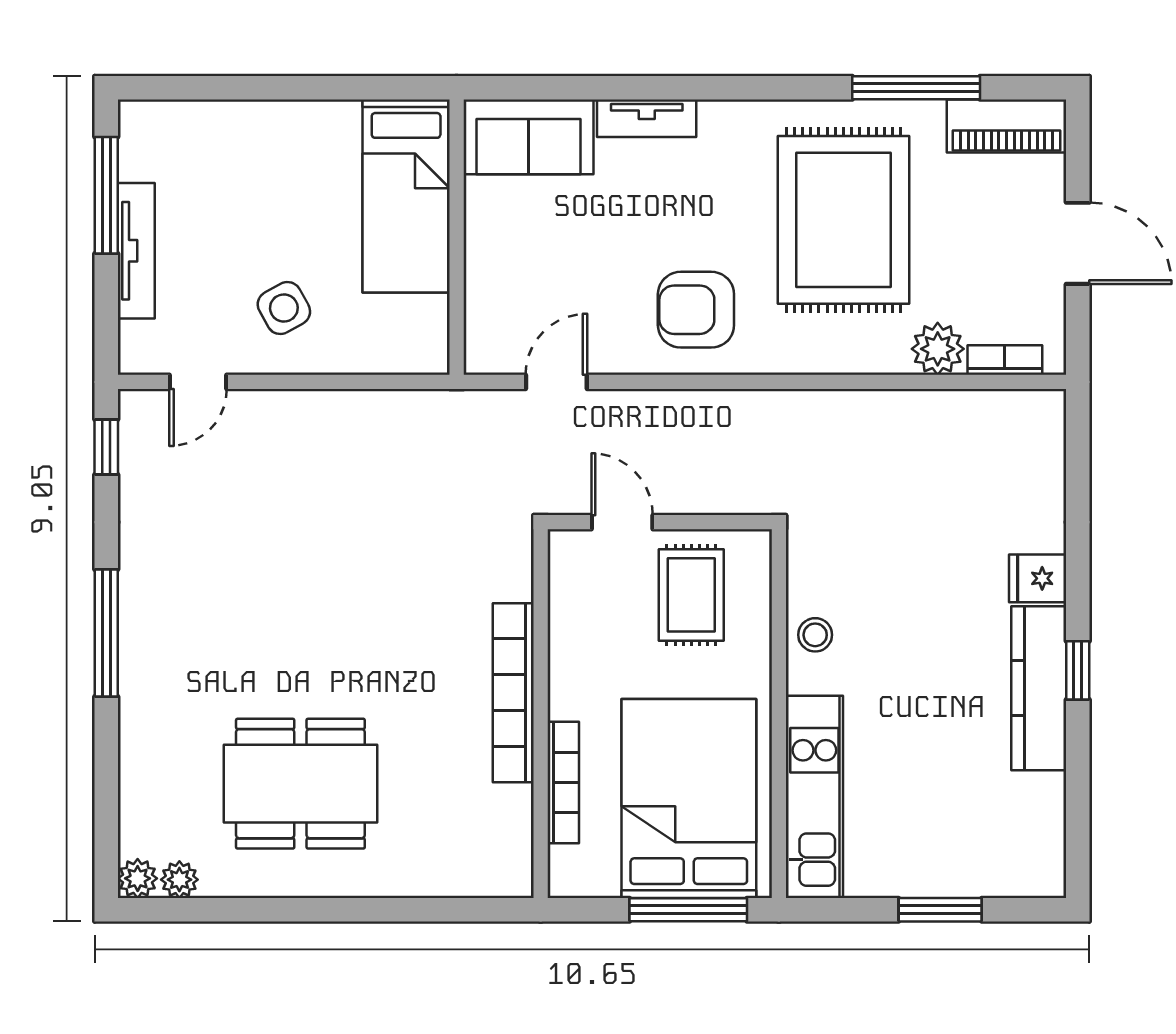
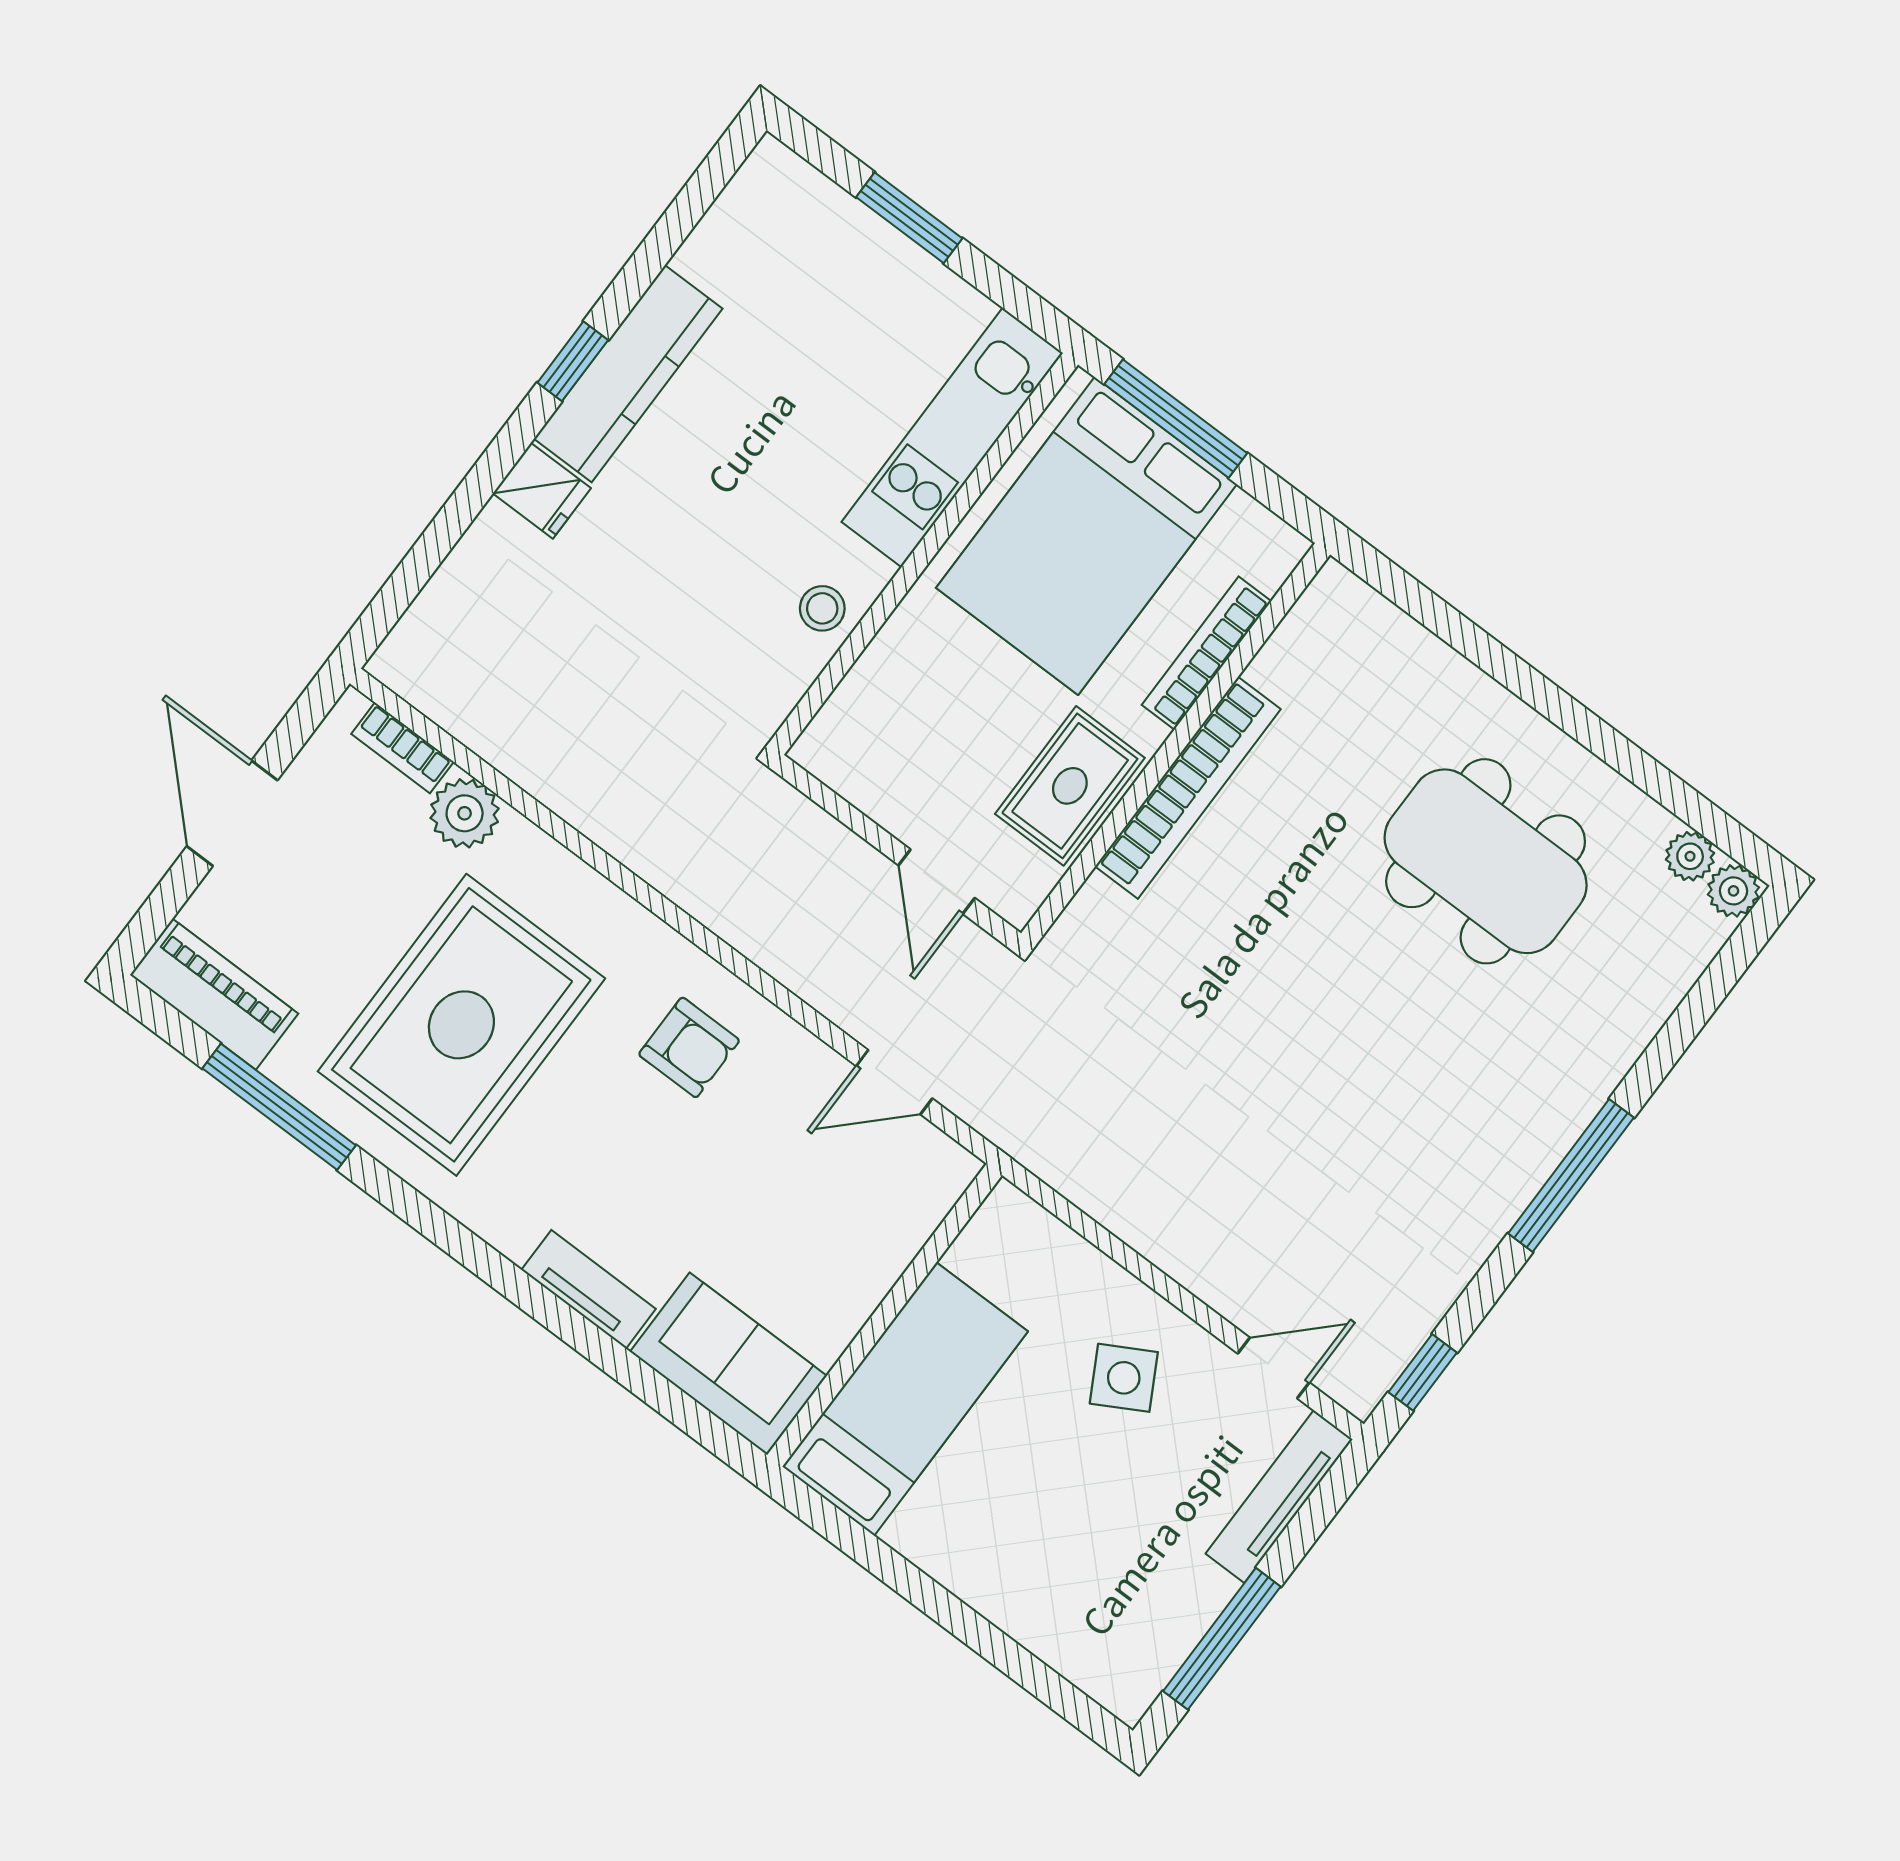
tv unit: (136, 251) -> (1279, 1497), moved
armchair: (696, 310) -> (689, 1047), width x0.72, depth x0.72
rug: (691, 595) -> (1070, 786), moved

